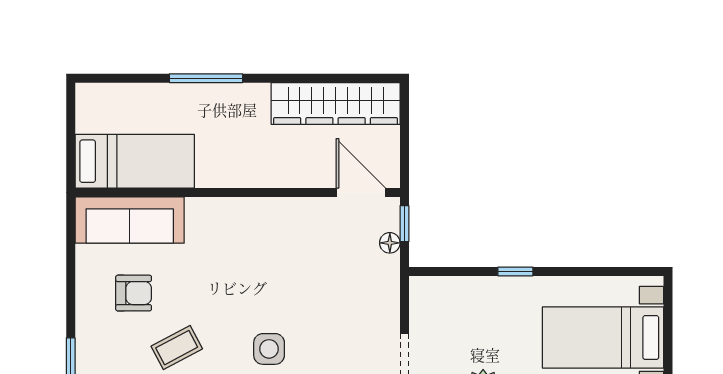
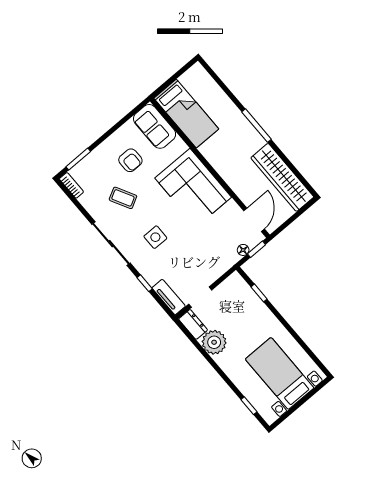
window: (206, 78) -> (257, 126), moved
sofa: (130, 220) -> (155, 126), width x0.73
corner sofa: (245, 239) -> (193, 188), added
window: (515, 271) -> (259, 293), moved

